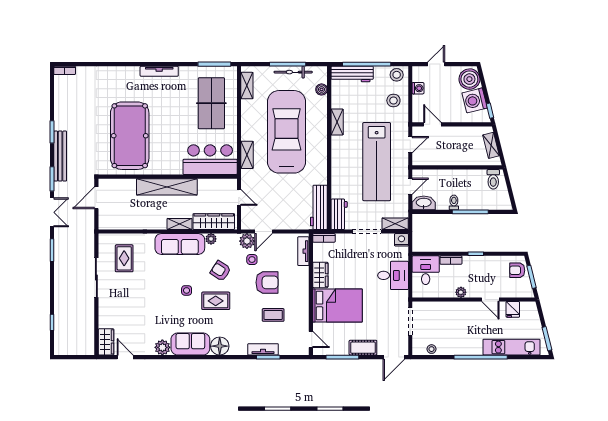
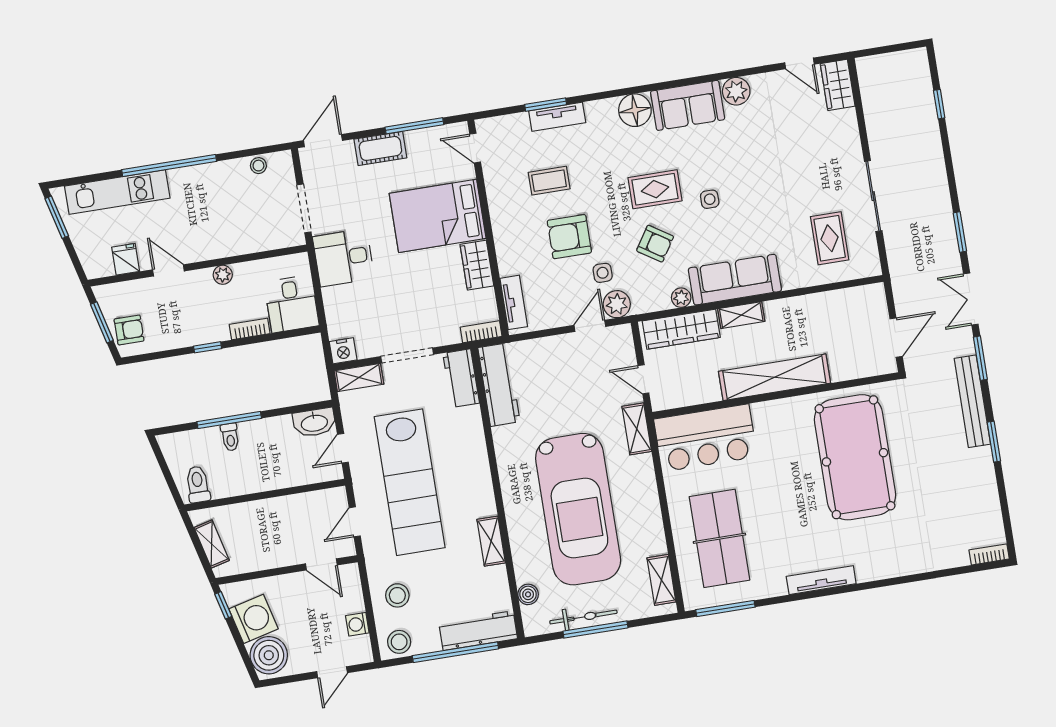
shelving: (247, 155) -> (637, 429), moved
lab bench: (377, 162) -> (410, 482), turned 180
toilet: (454, 202) -> (230, 437), moved
desk: (393, 275) -> (343, 258), moved

